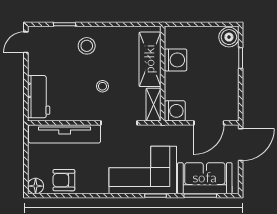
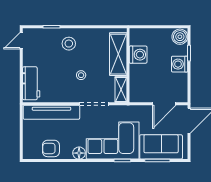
washing machine: (175, 111) -> (180, 64), moved, turned 180
floor lamp: (36, 186) -> (79, 153), moved

